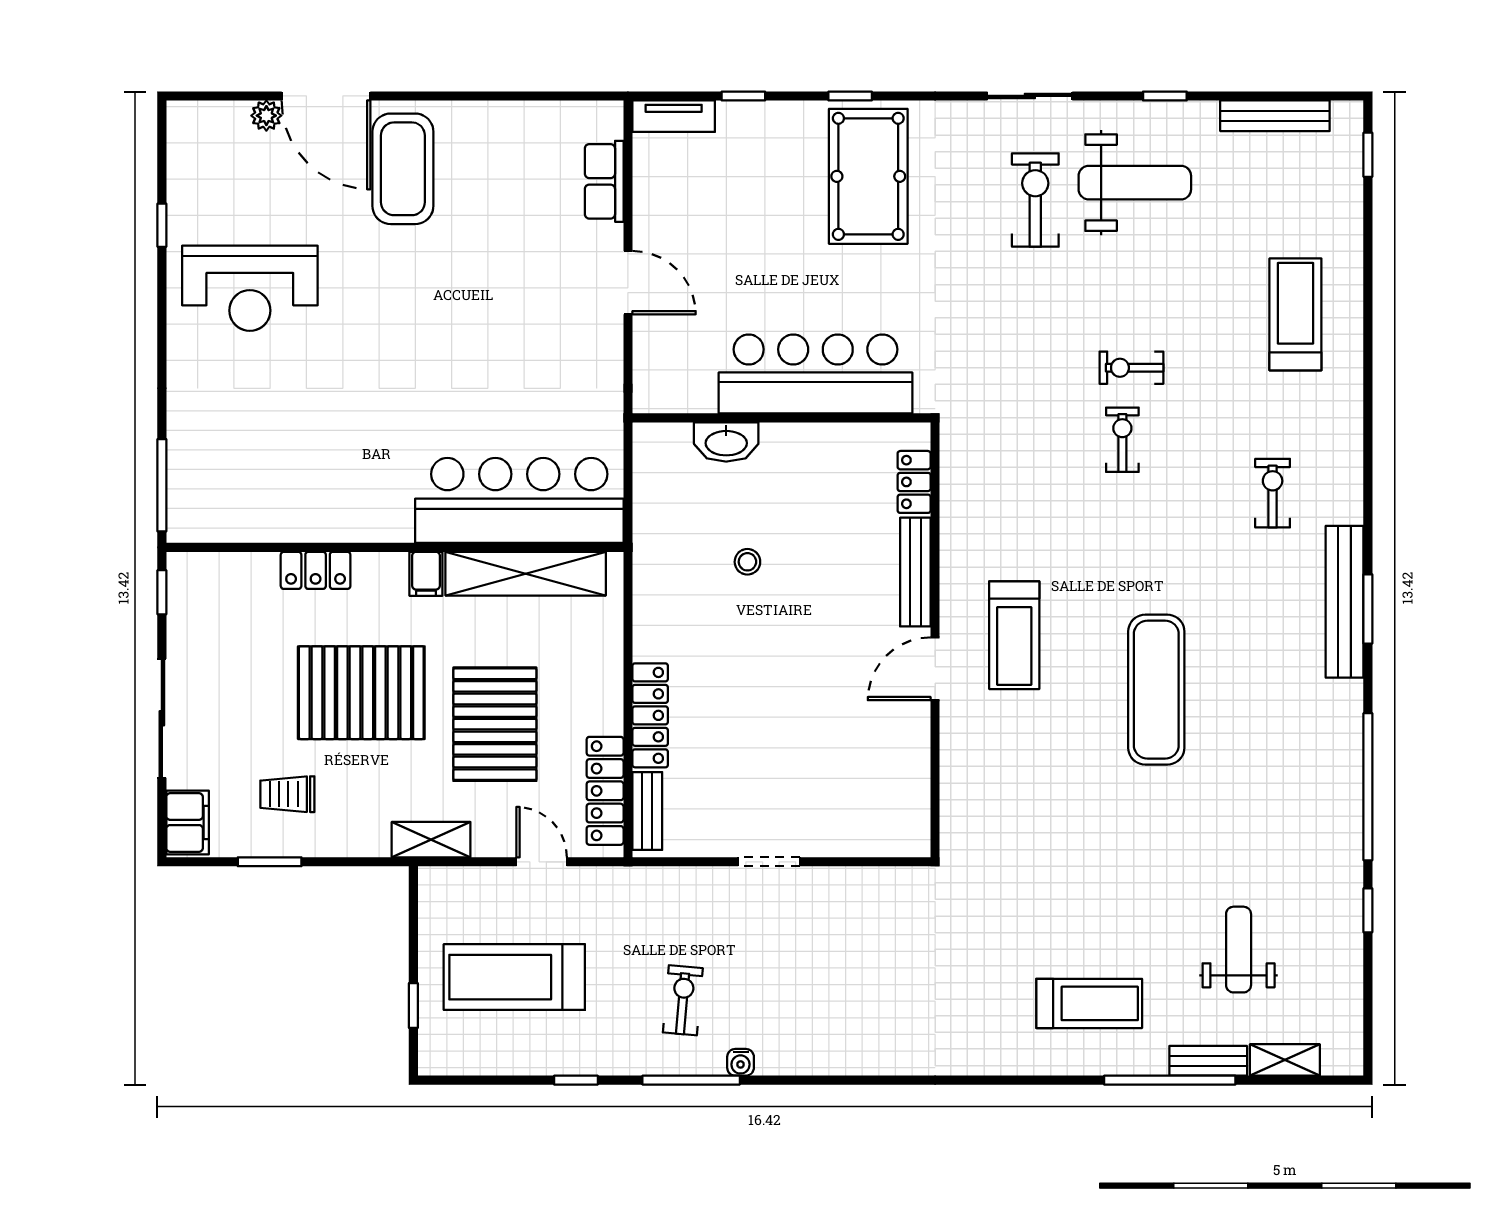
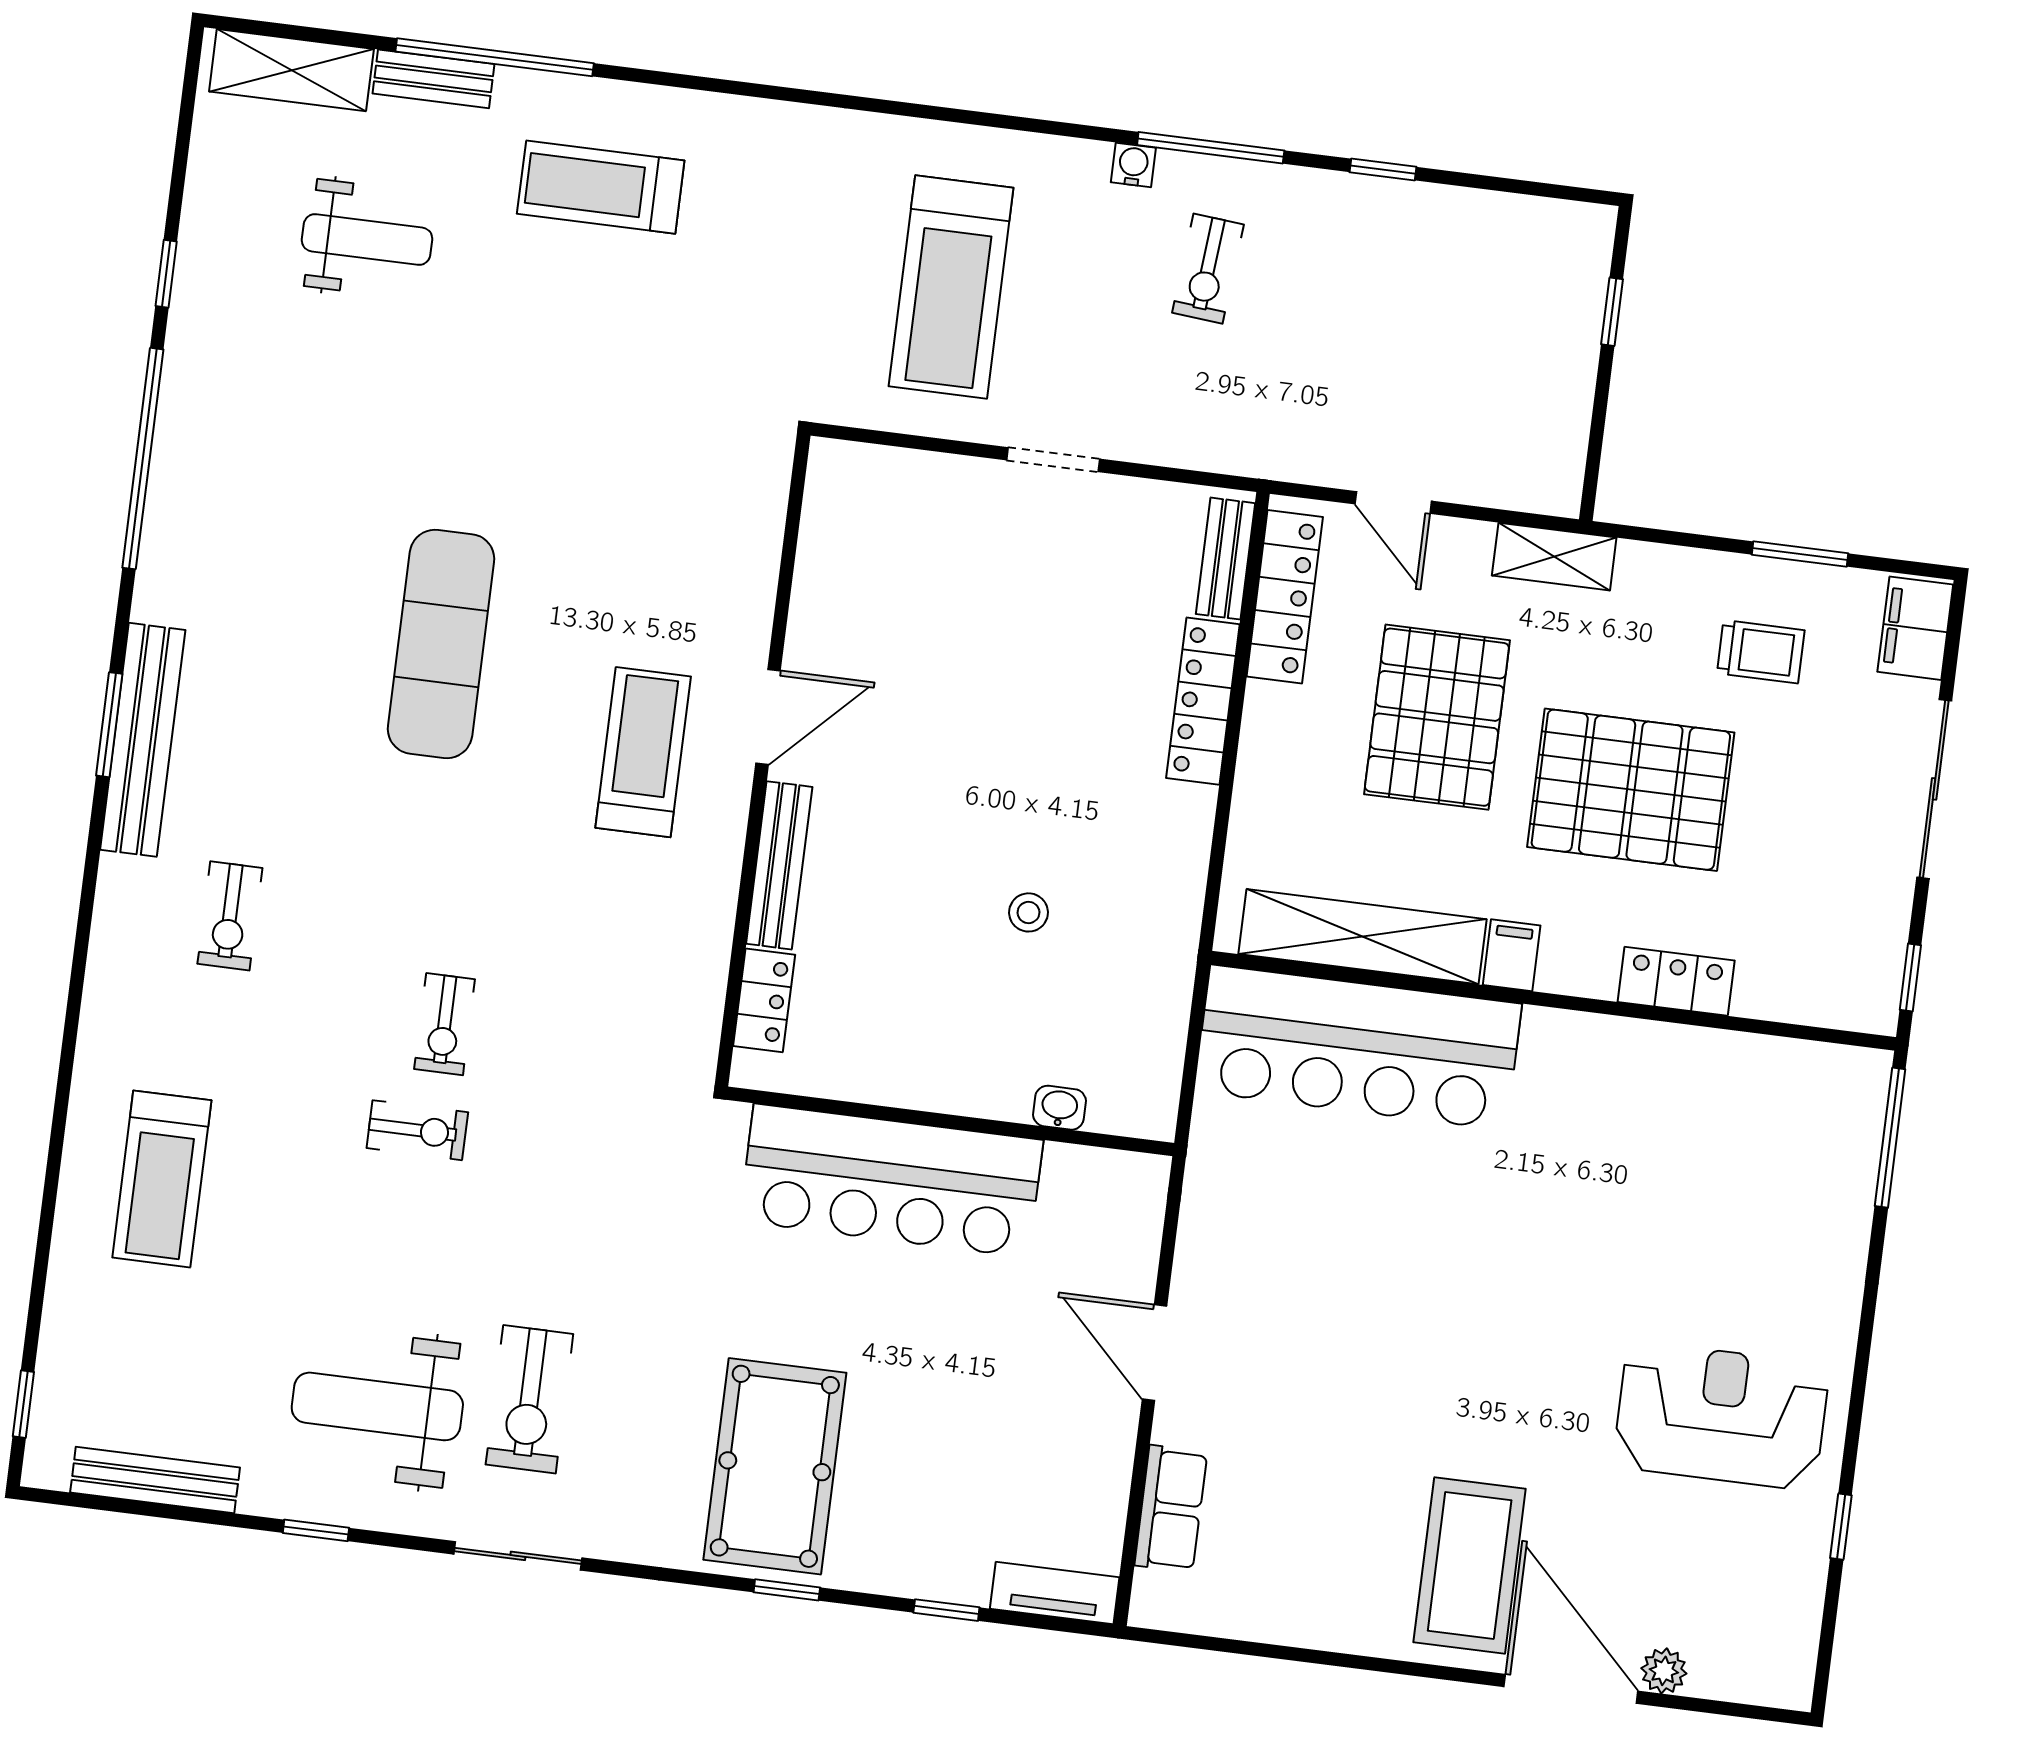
washbasin: (726, 442) -> (1059, 1108), width x0.52, depth x0.69
weight bench: (1239, 950) -> (367, 239), turned -90
treadmill: (514, 977) -> (951, 287), moved, turned 90
shelving: (1285, 1060) -> (291, 70), width x1.50, depth x1.33

